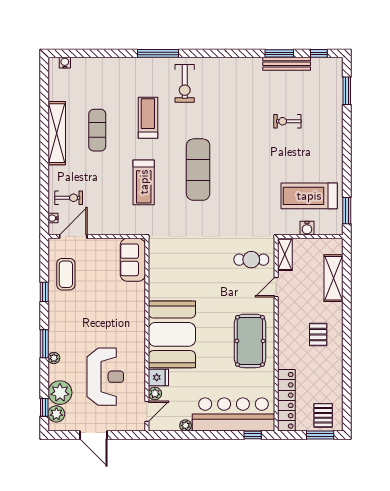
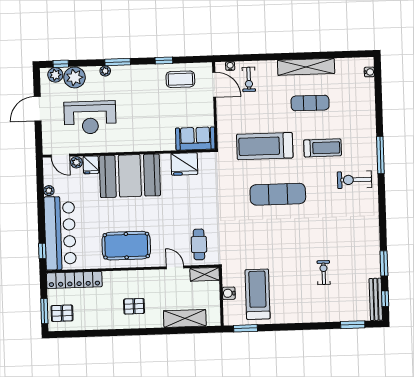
bench: (287, 64) -> (376, 299), moved
treadmill: (144, 182) -> (265, 146), width x1.37, depth x1.38
fridge: (161, 273) -> (184, 164), added

